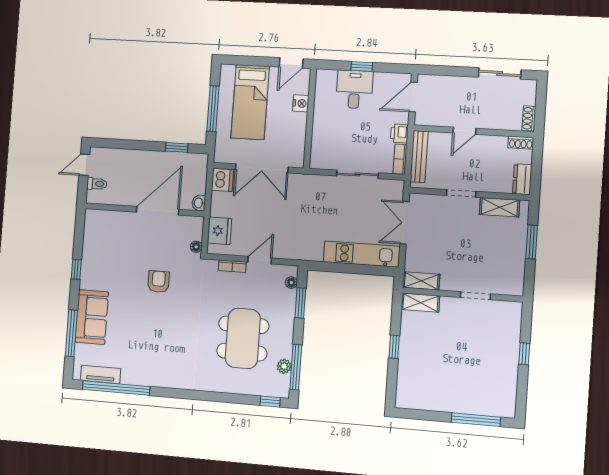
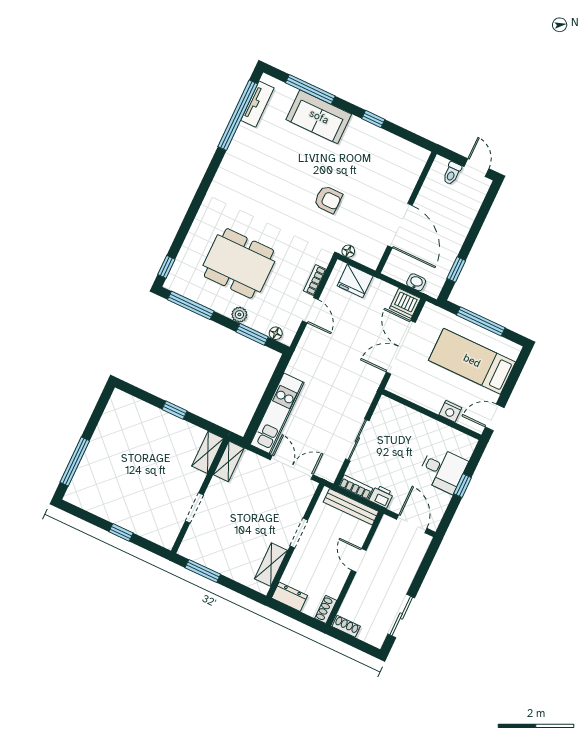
door: (291, 63) -> (495, 417), hinge flipped
washbasin: (199, 203) -> (416, 282), moved
window: (532, 242) -> (203, 571), moved
plant: (284, 366) -> (239, 315), moved

